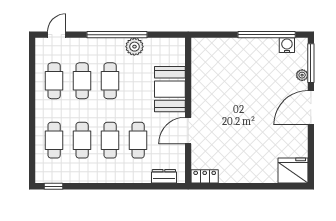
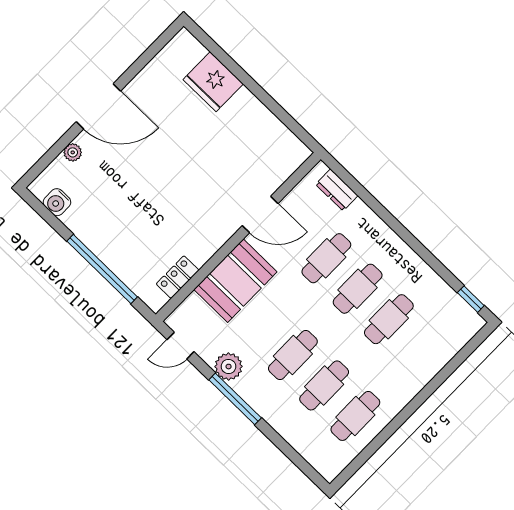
door: (57, 35) -> (181, 346), moved
window: (117, 35) -> (235, 399), width x0.68
window: (267, 35) -> (102, 269), moved
window: (311, 63) -> (50, 156), removed
cafe table: (54, 140) -> (420, 350), removed
fridge: (293, 171) -> (213, 82), moved
locker: (205, 176) -> (178, 277), moved, turned 90

